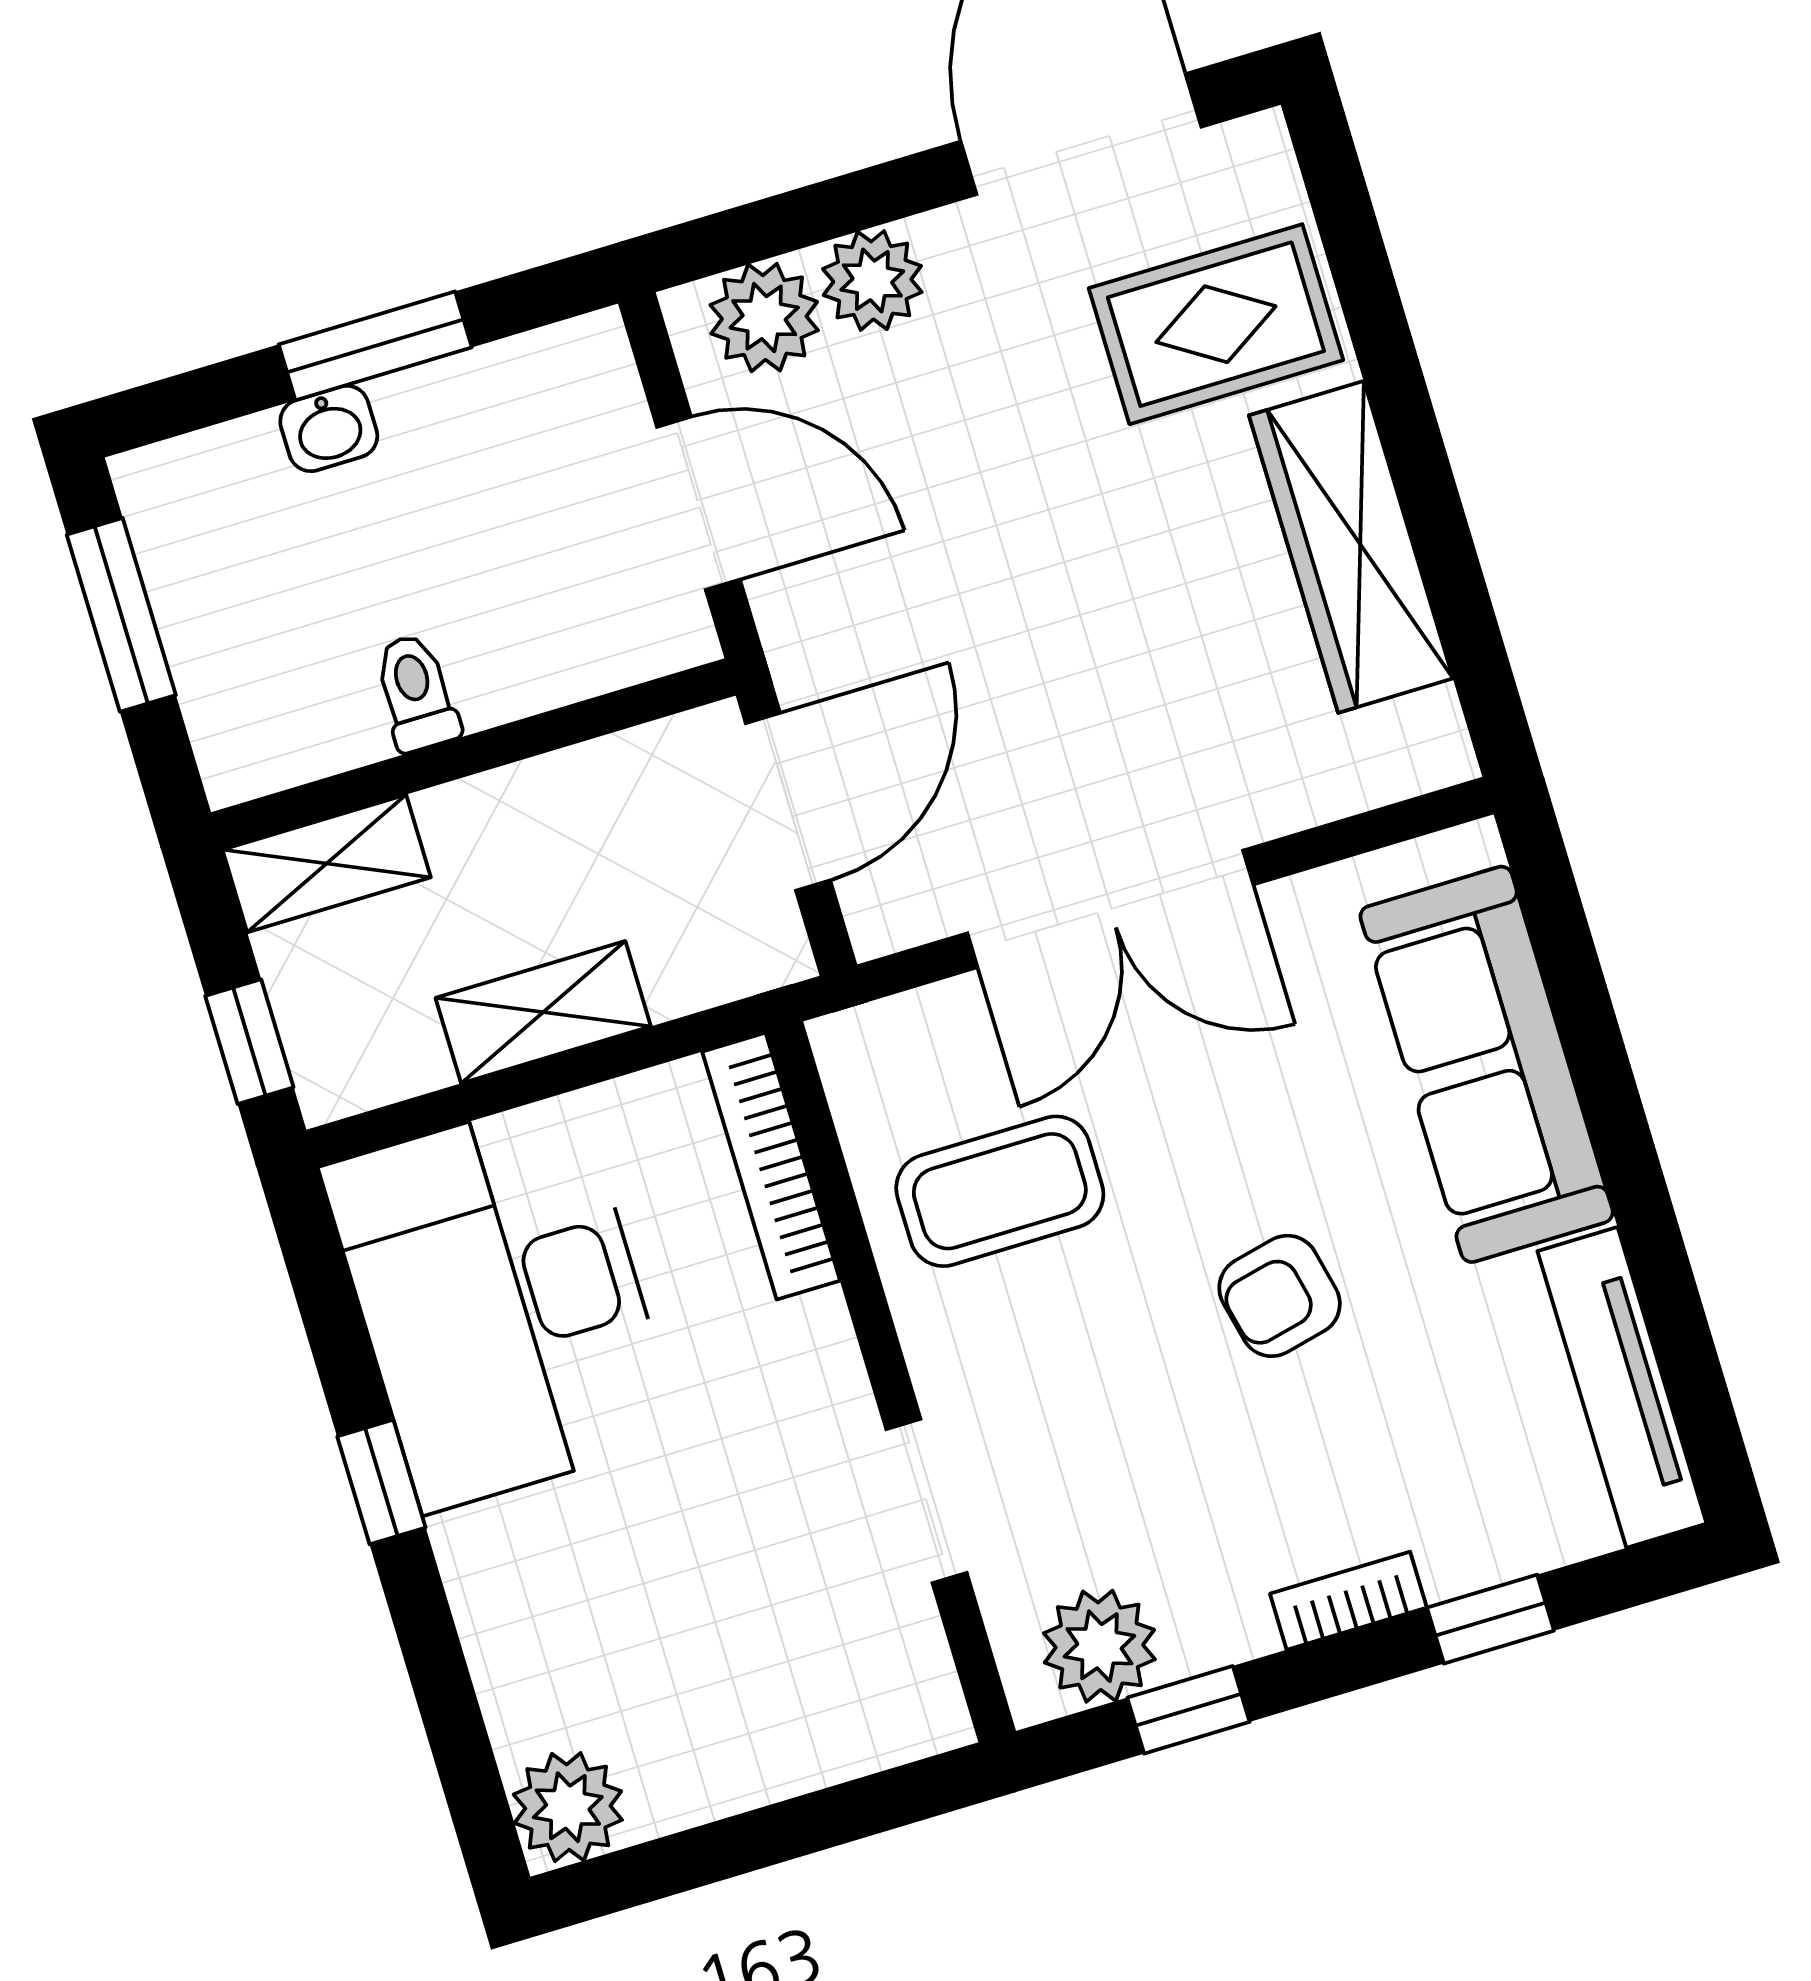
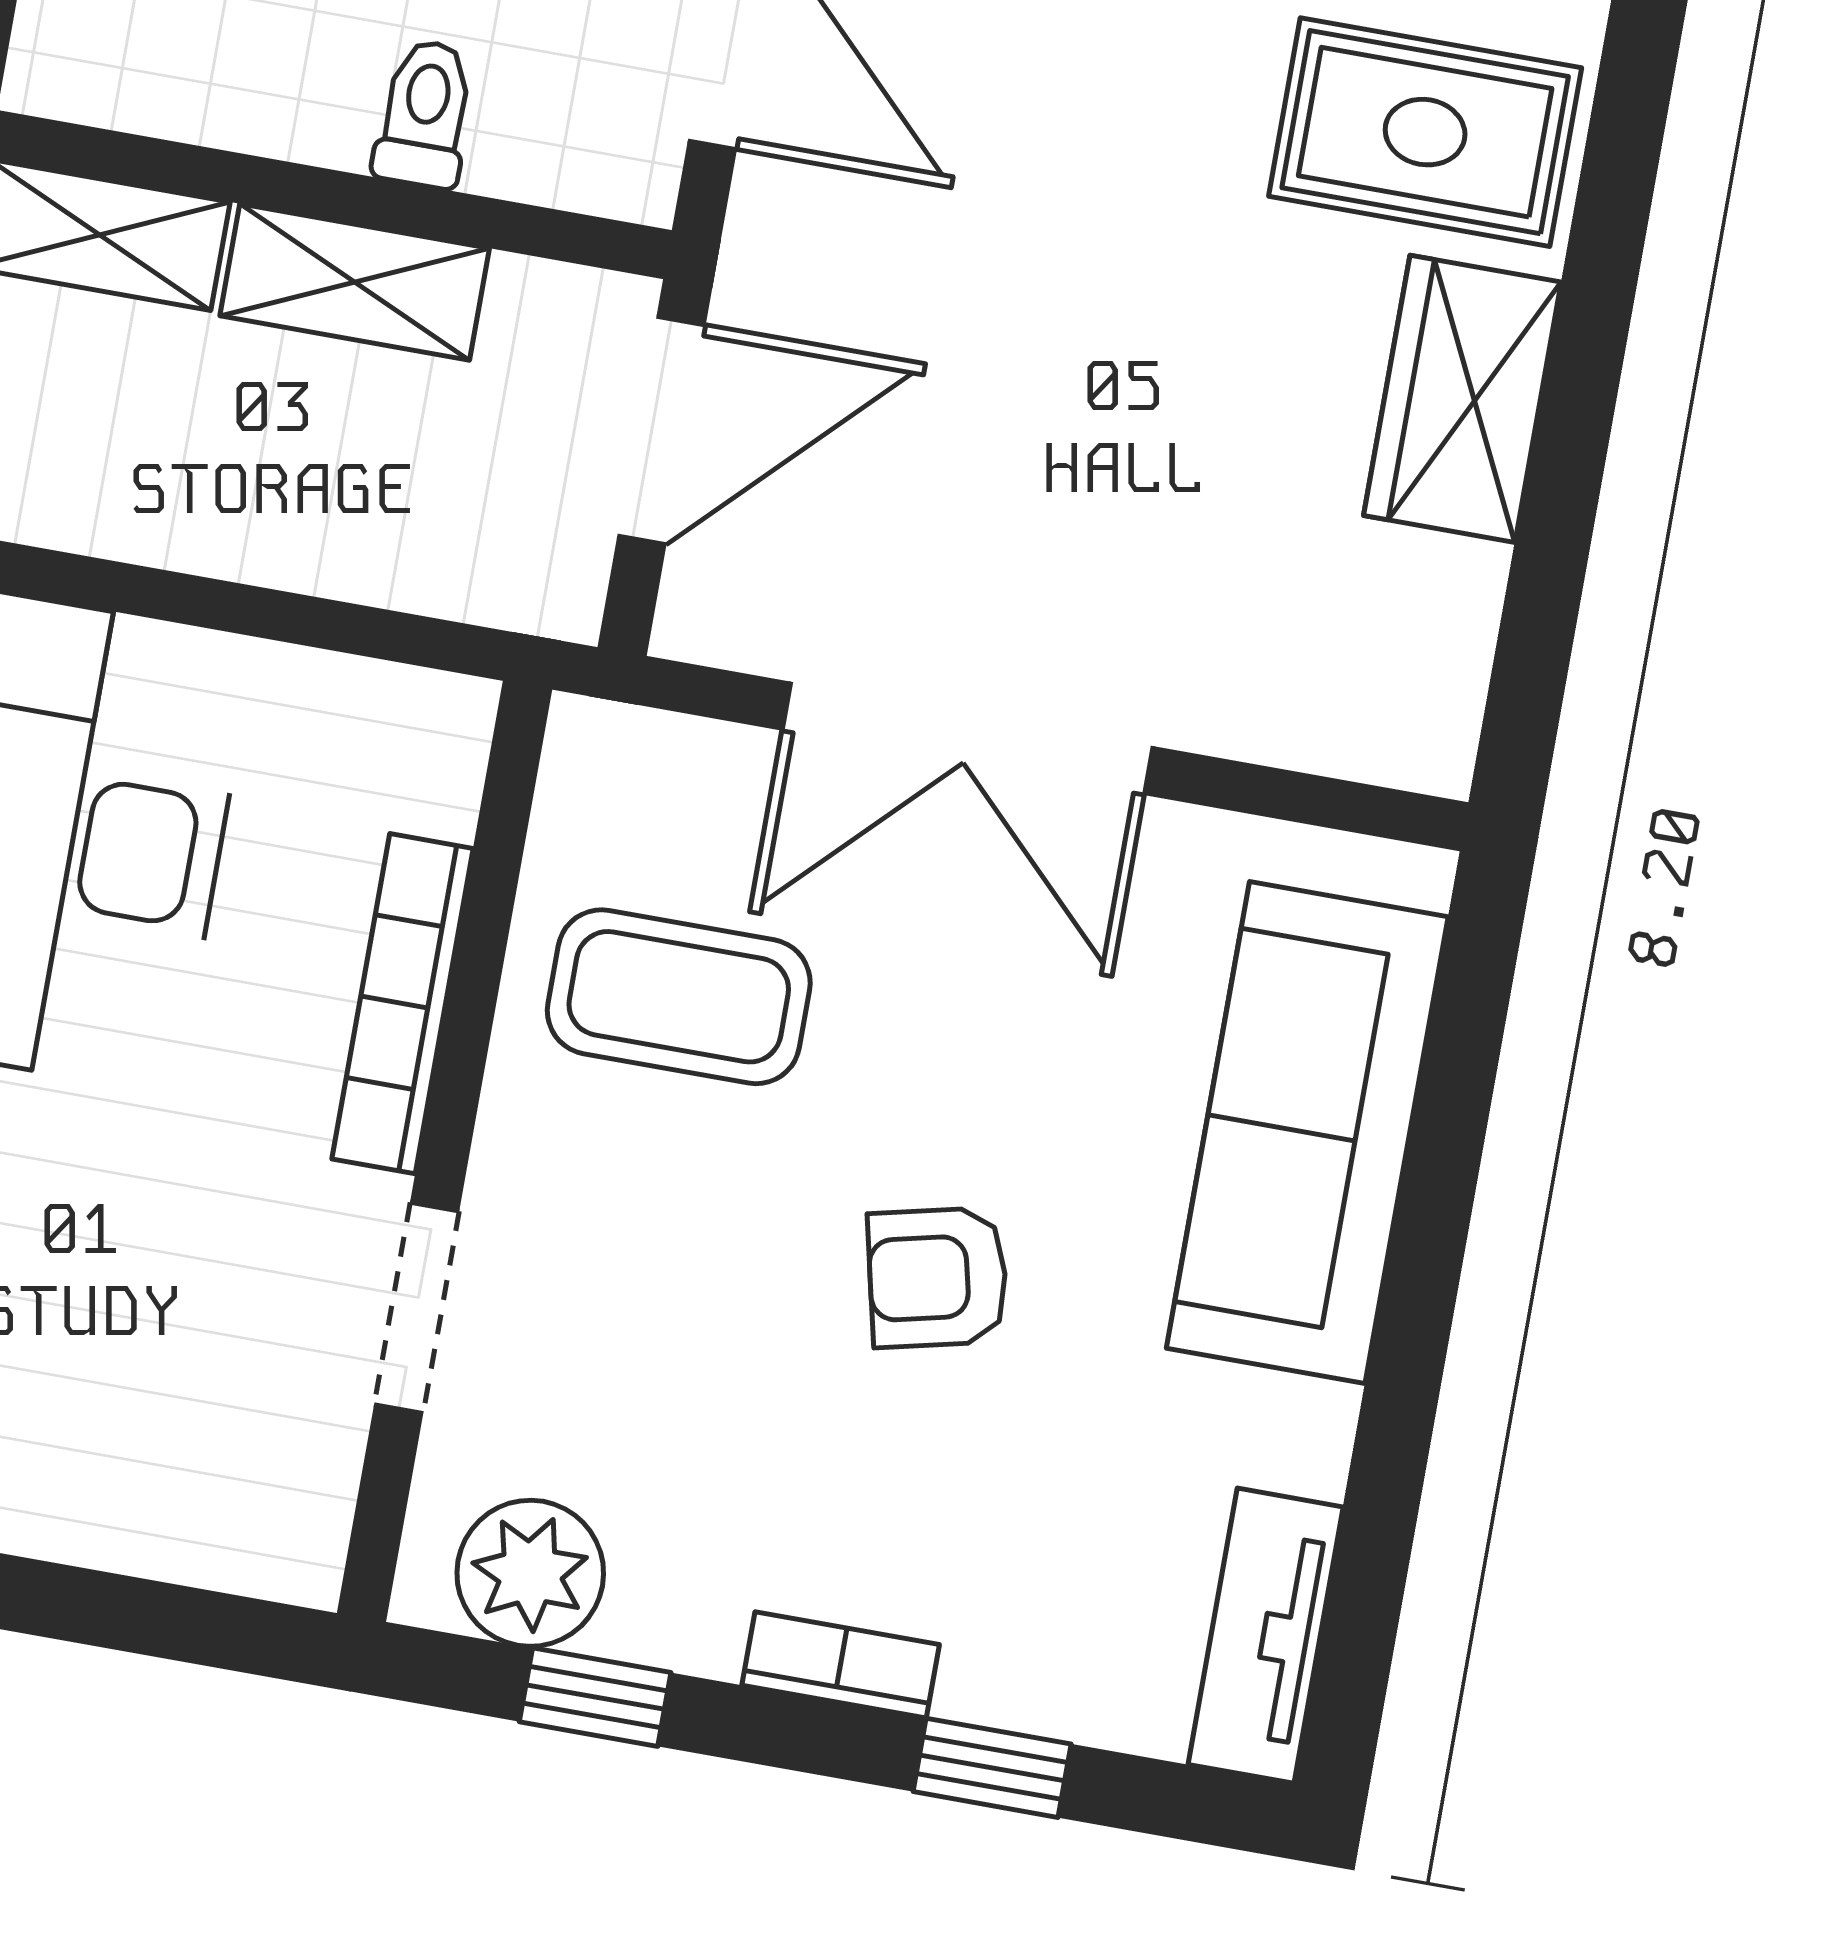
wardrobe: (1351, 547) -> (1462, 399), width x0.67
toilet: (416, 693) -> (425, 114), moved
shelving: (543, 1012) -> (355, 282), moved
bookcase: (771, 1166) -> (403, 1004), moved
tv unit: (1622, 1387) -> (1266, 1636), width x0.71

